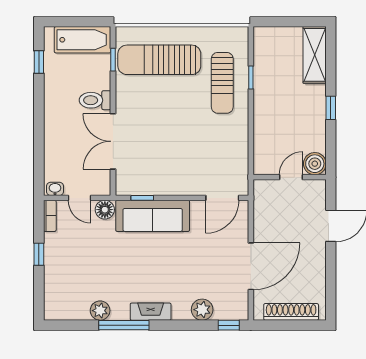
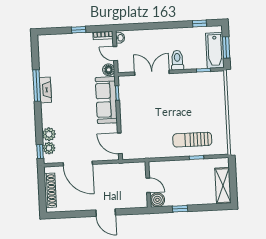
window: (79, 22) -> (226, 47), added
shelving: (315, 55) -> (223, 186), moved, turned 90
sun lounger: (159, 60) -> (205, 99), removed
boiler: (315, 164) -> (157, 200), moved
wall: (290, 177) -> (148, 184), moved
door: (291, 177) -> (148, 185), moved
door: (80, 198) -> (115, 54), hinge flipped
plant: (100, 311) -> (49, 148), moved
fireplace: (151, 312) -> (45, 90), moved

